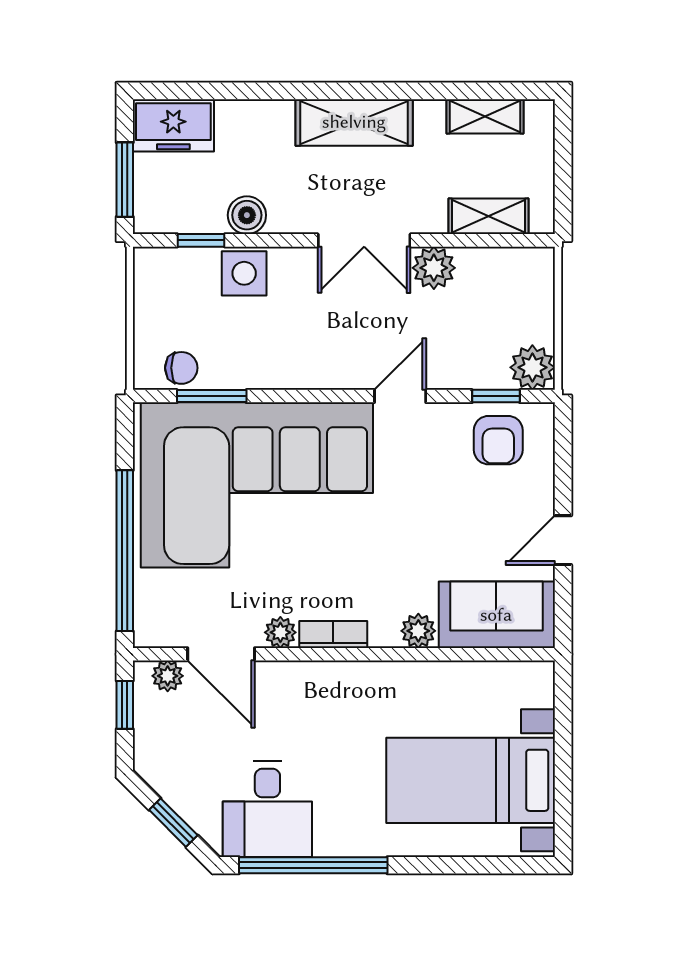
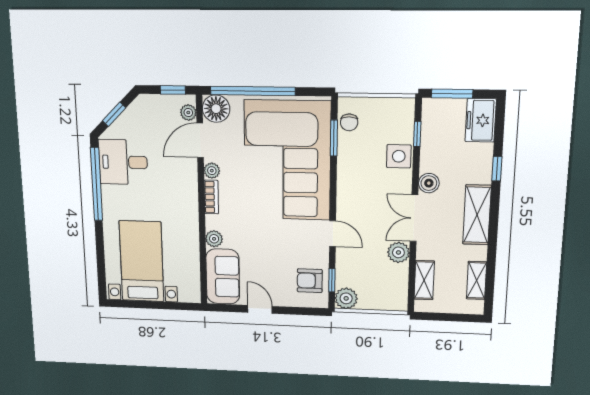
window: (264, 91) -> (497, 169), added
boiler: (247, 215) -> (429, 183), moved
floor lamp: (159, 622) -> (216, 109), added

